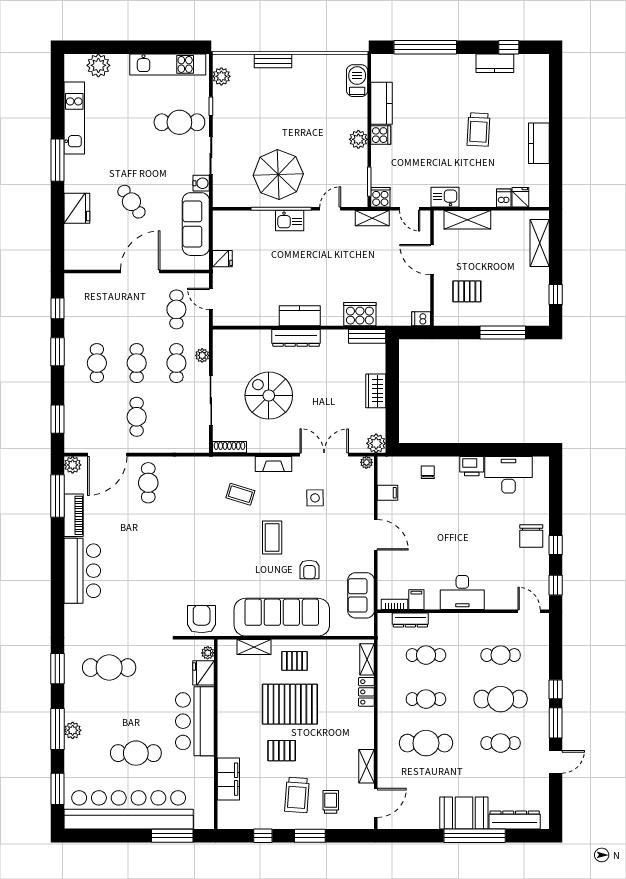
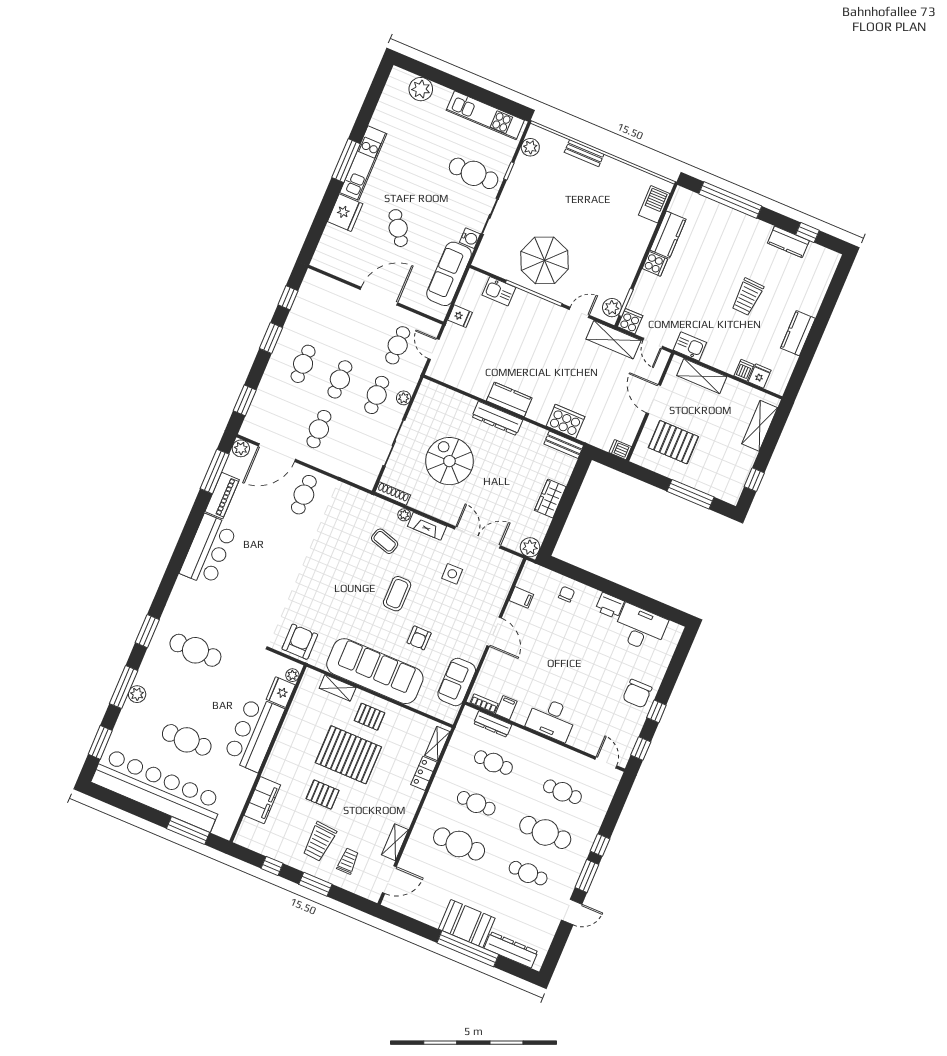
kitchen unit: (74, 118) -> (363, 163), moved
plant: (358, 139) -> (612, 308), moved
shelving: (372, 218) -> (613, 340), width x1.50, depth x1.33
kitchen sink: (290, 221) -> (499, 291), moved
pallet: (467, 291) -> (673, 442), width x1.50, depth x1.42
plant: (366, 462) -> (404, 515), moved

